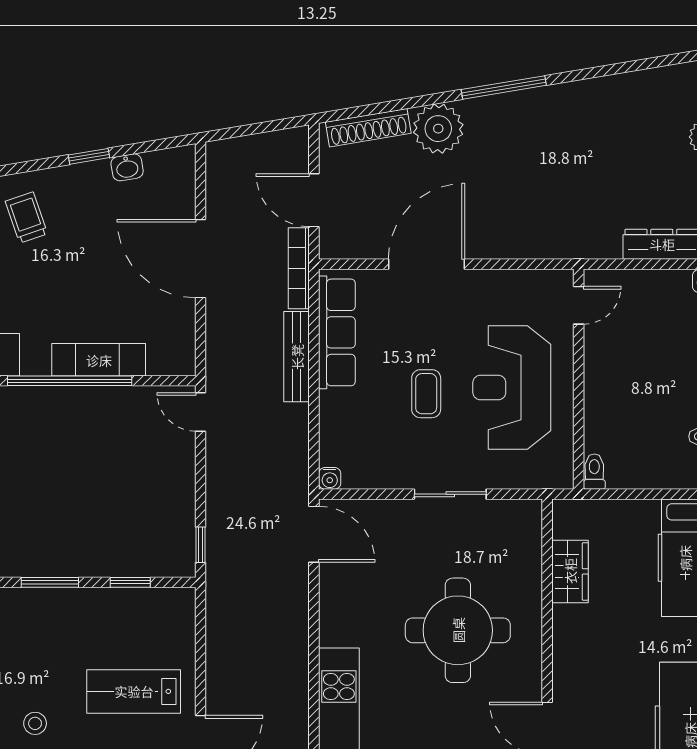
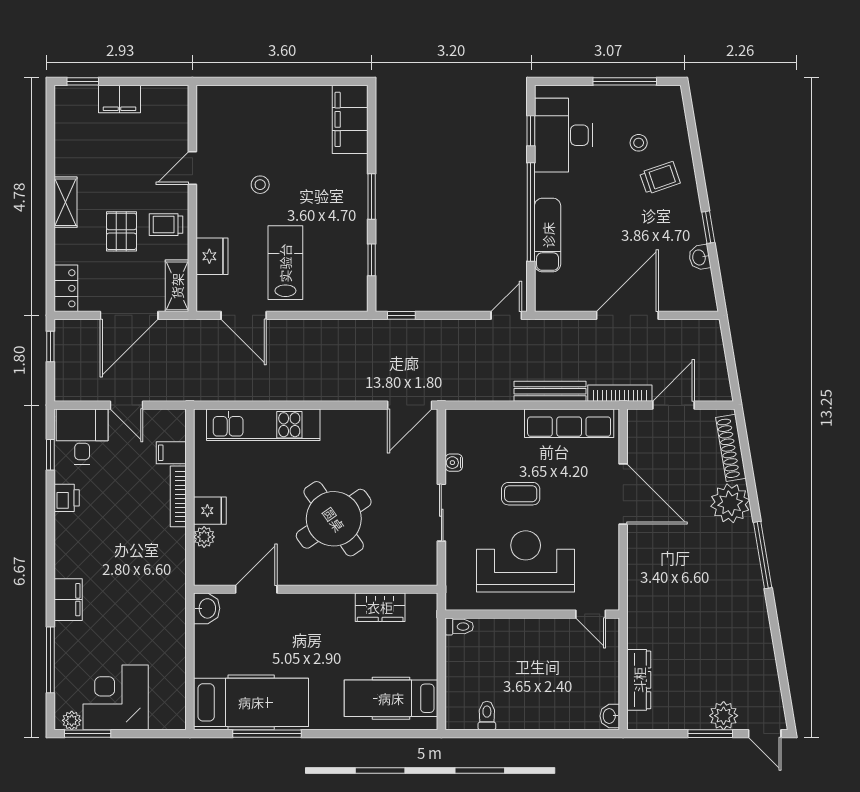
water cooler: (330, 478) -> (454, 463), moved
round table: (458, 630) -> (334, 519), turned -35

